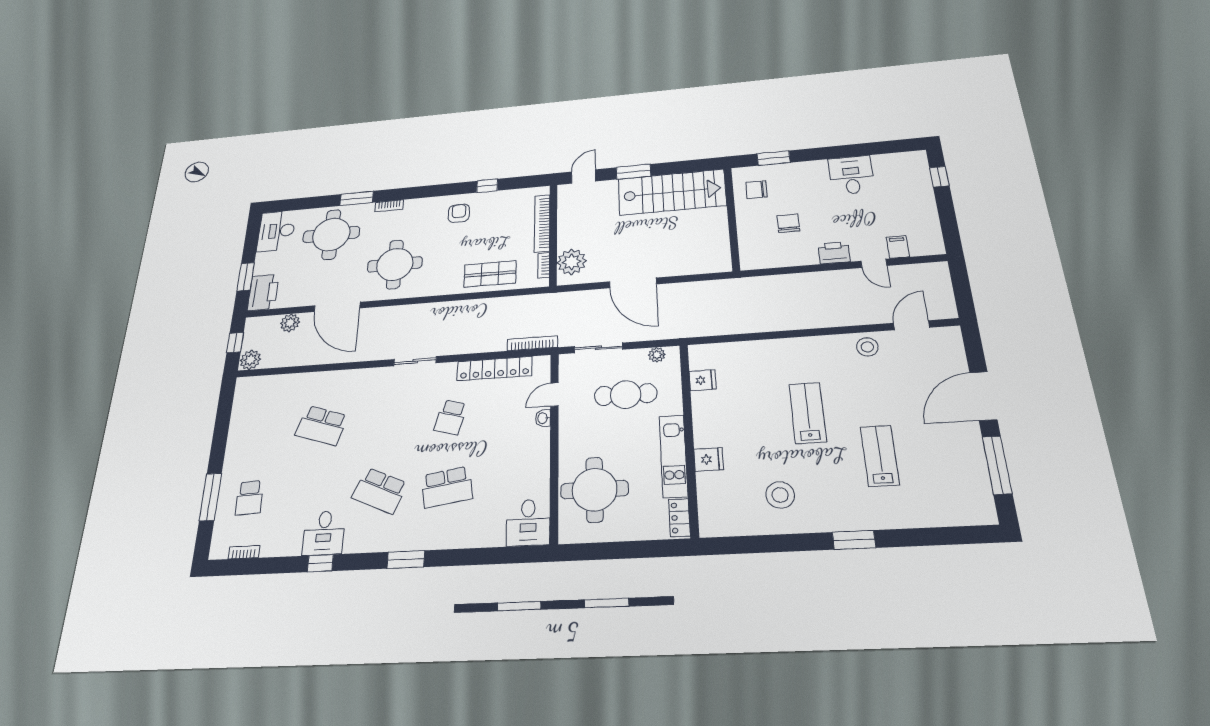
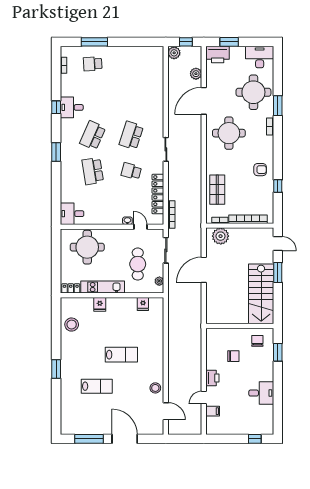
school desk: (322, 425) -> (131, 135), moved
stool: (780, 495) -> (72, 325), moved

